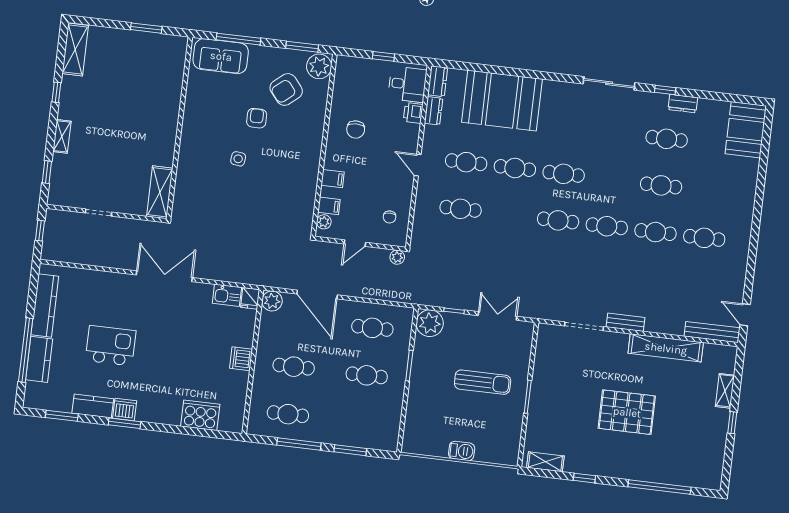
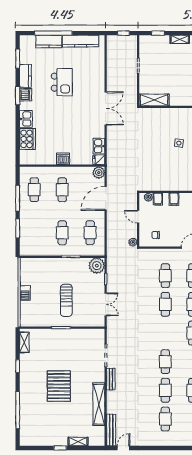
cafe table: (558, 220) -> (165, 304), moved
kitchen sink: (166, 414) -> (26, 119), added

